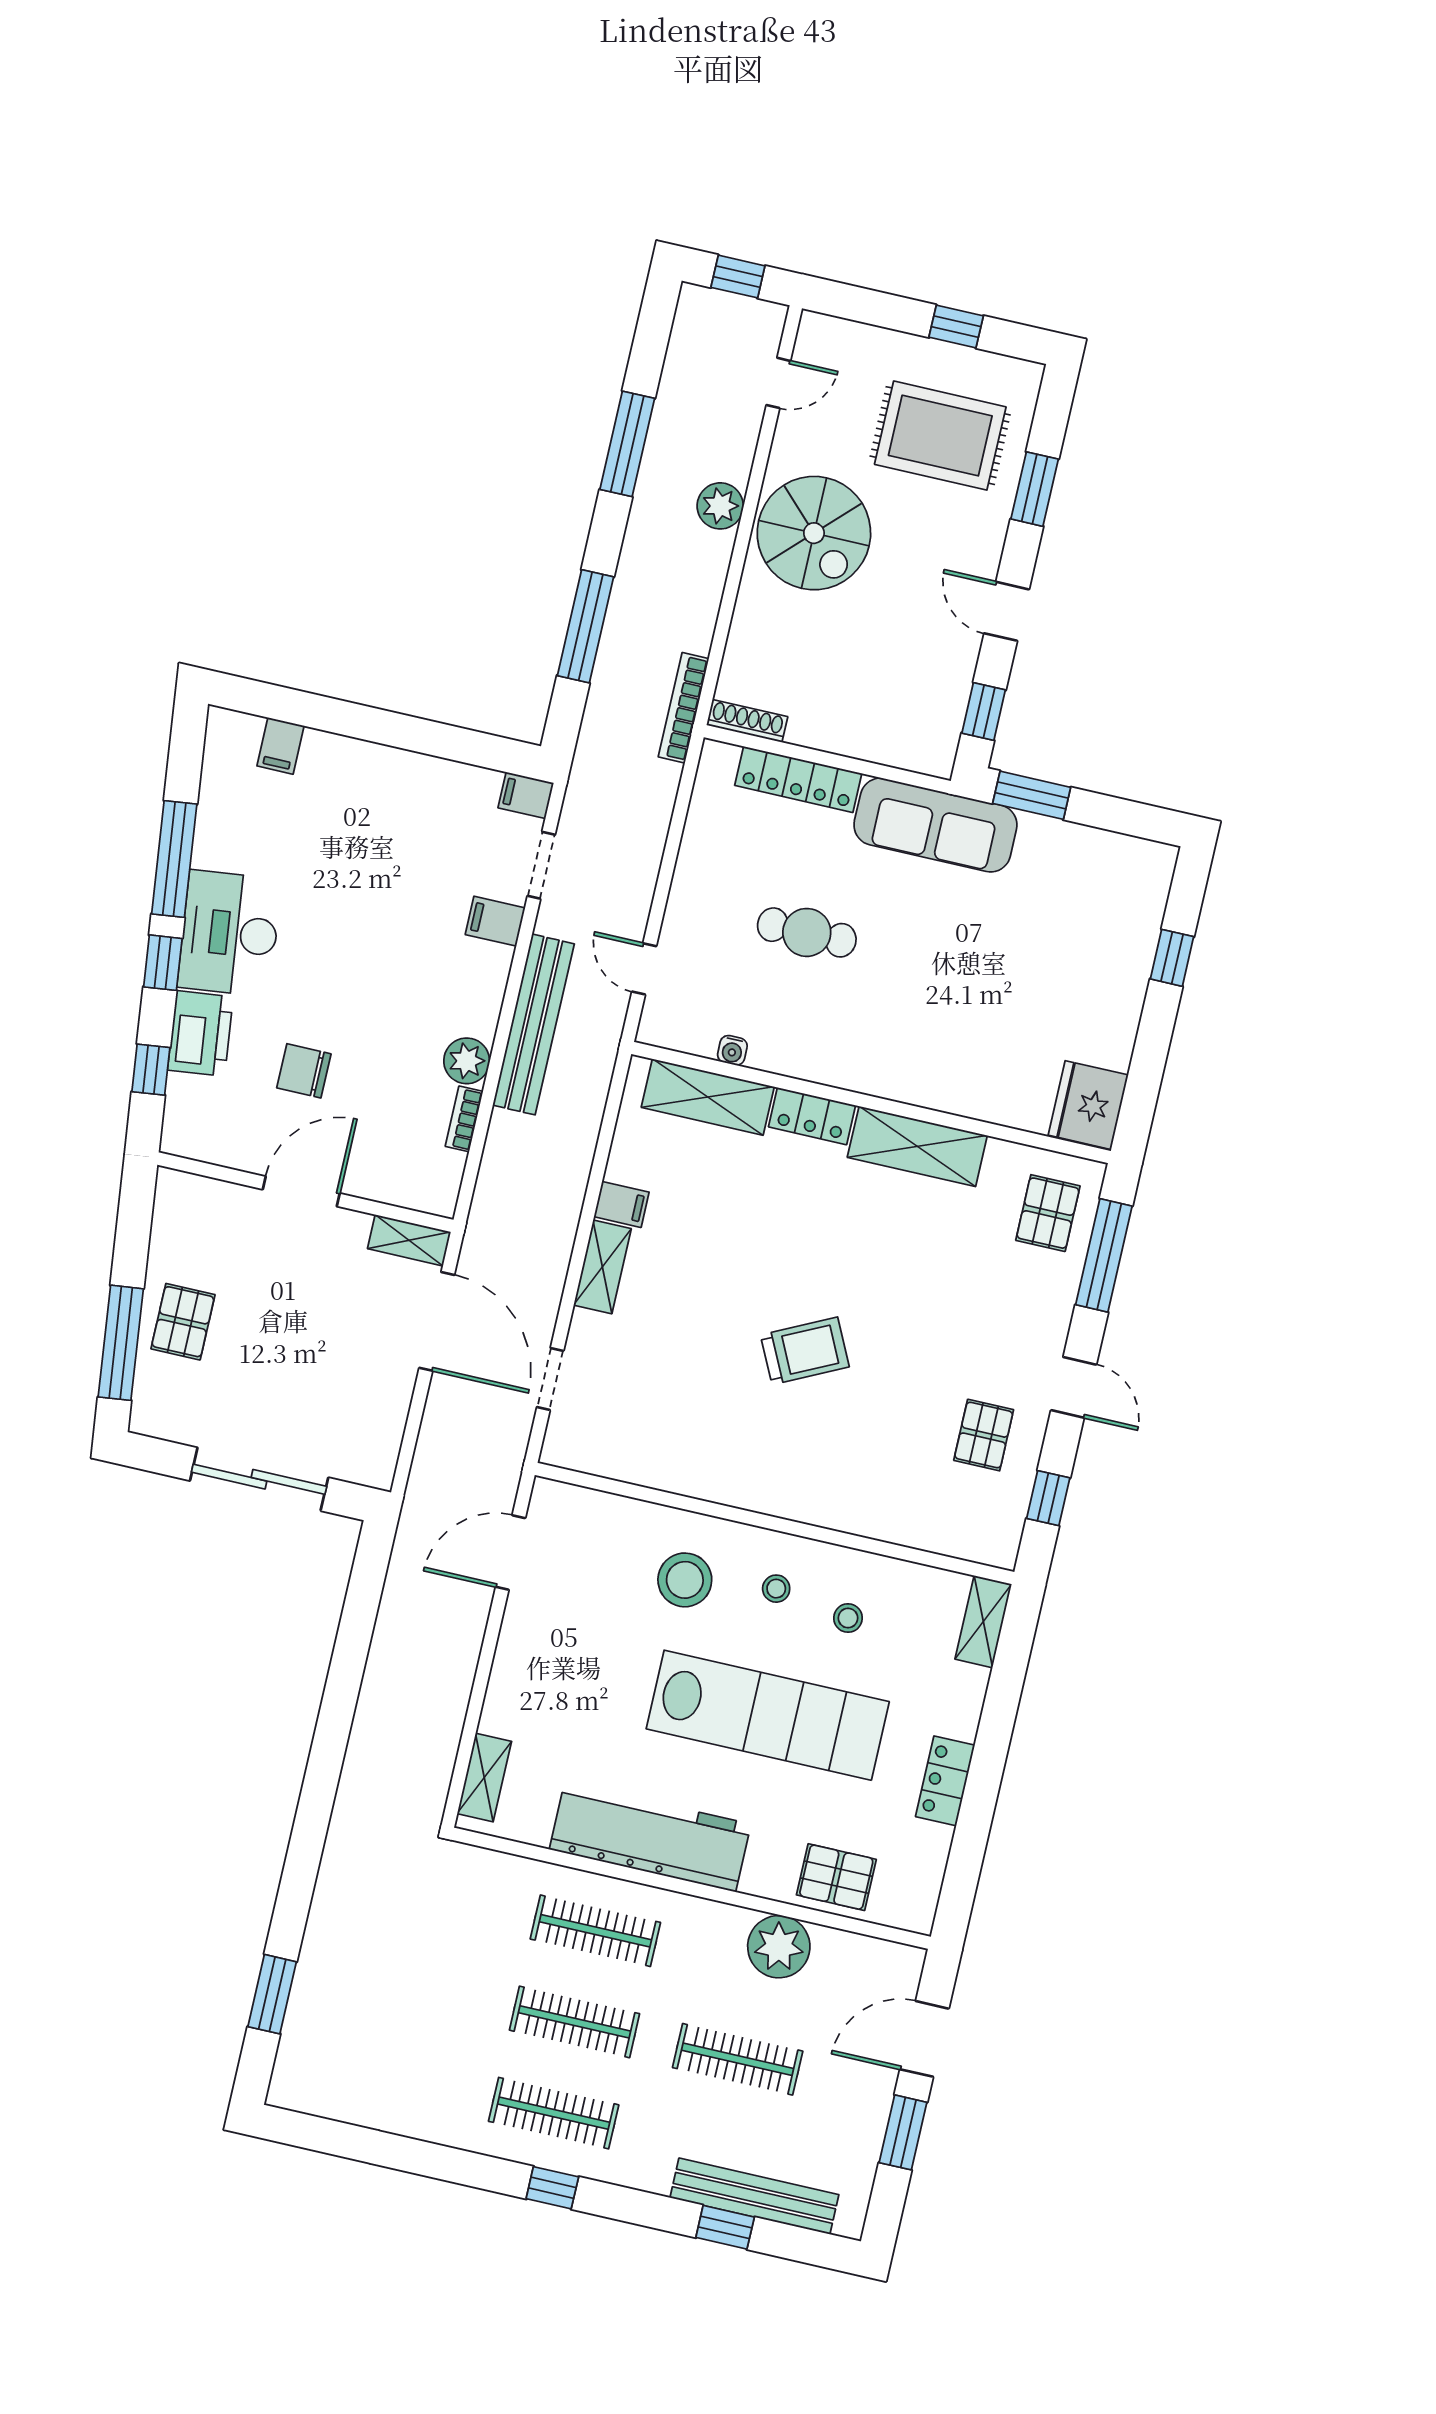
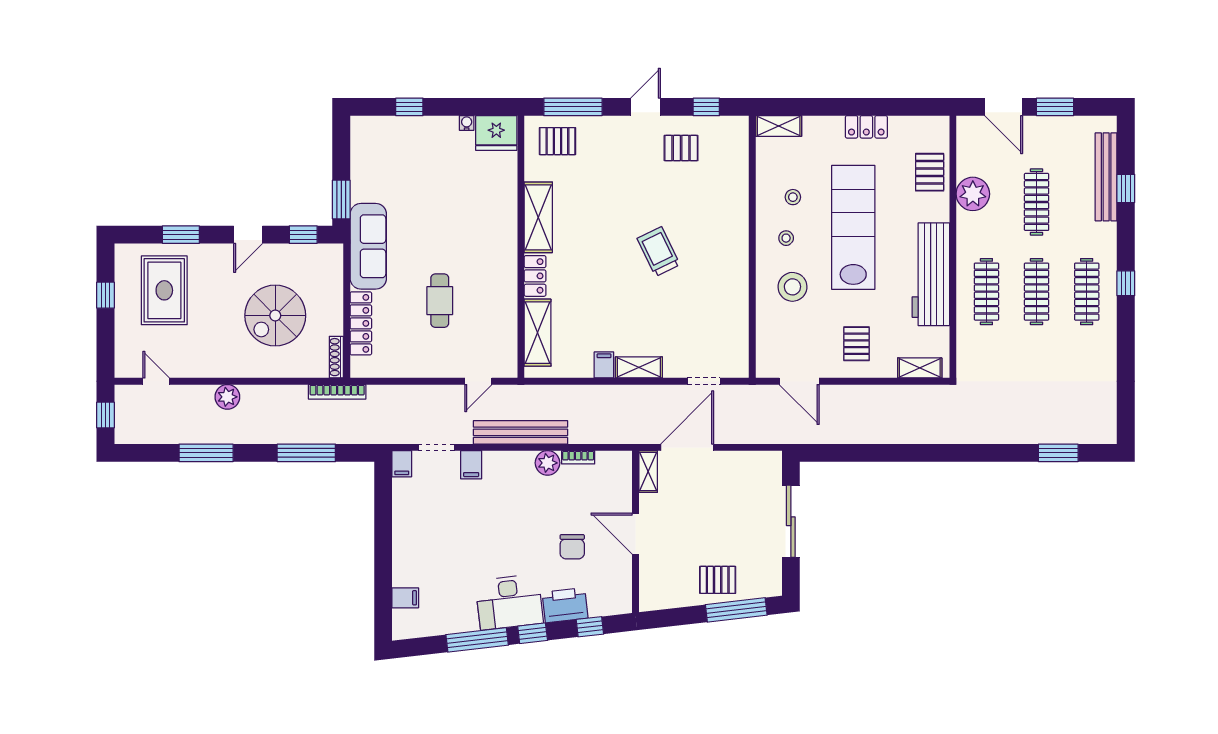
spiral stairs: (814, 533) -> (275, 316), moved, turned 180
water cooler: (732, 1050) -> (467, 123), moved, turned -90
pallet: (555, 1673) -> (857, 344), added

